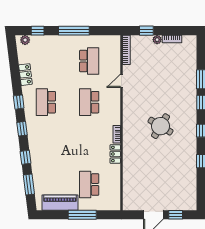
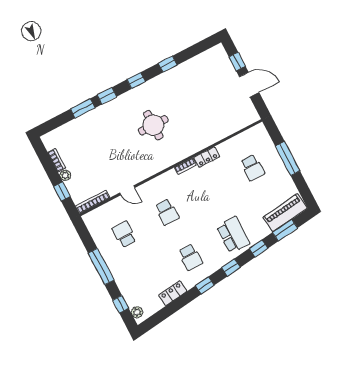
school desk: (89, 61) -> (124, 234), width x0.54
school desk: (46, 102) -> (190, 257), width x0.54
school desk: (89, 102) -> (167, 212), width x0.54
round table: (161, 126) -> (153, 125), turned -31
school desk: (46, 143) -> (233, 235), added
school desk: (89, 184) -> (252, 168), width x0.54
piano: (60, 203) -> (285, 213), moved, turned 83

